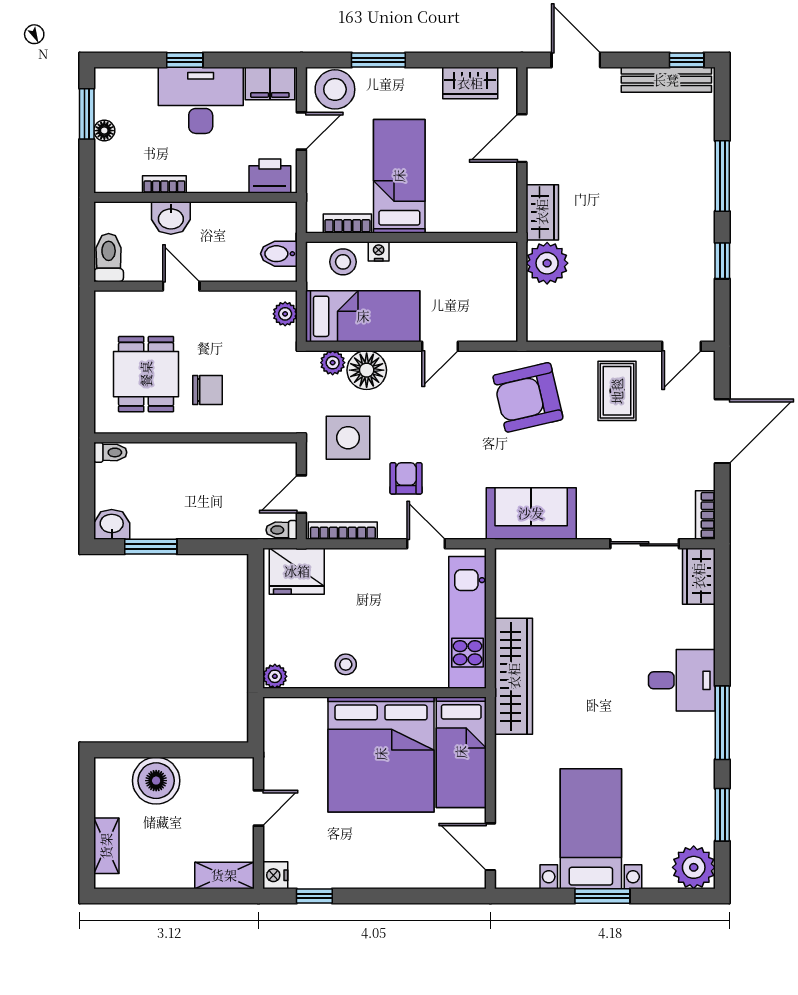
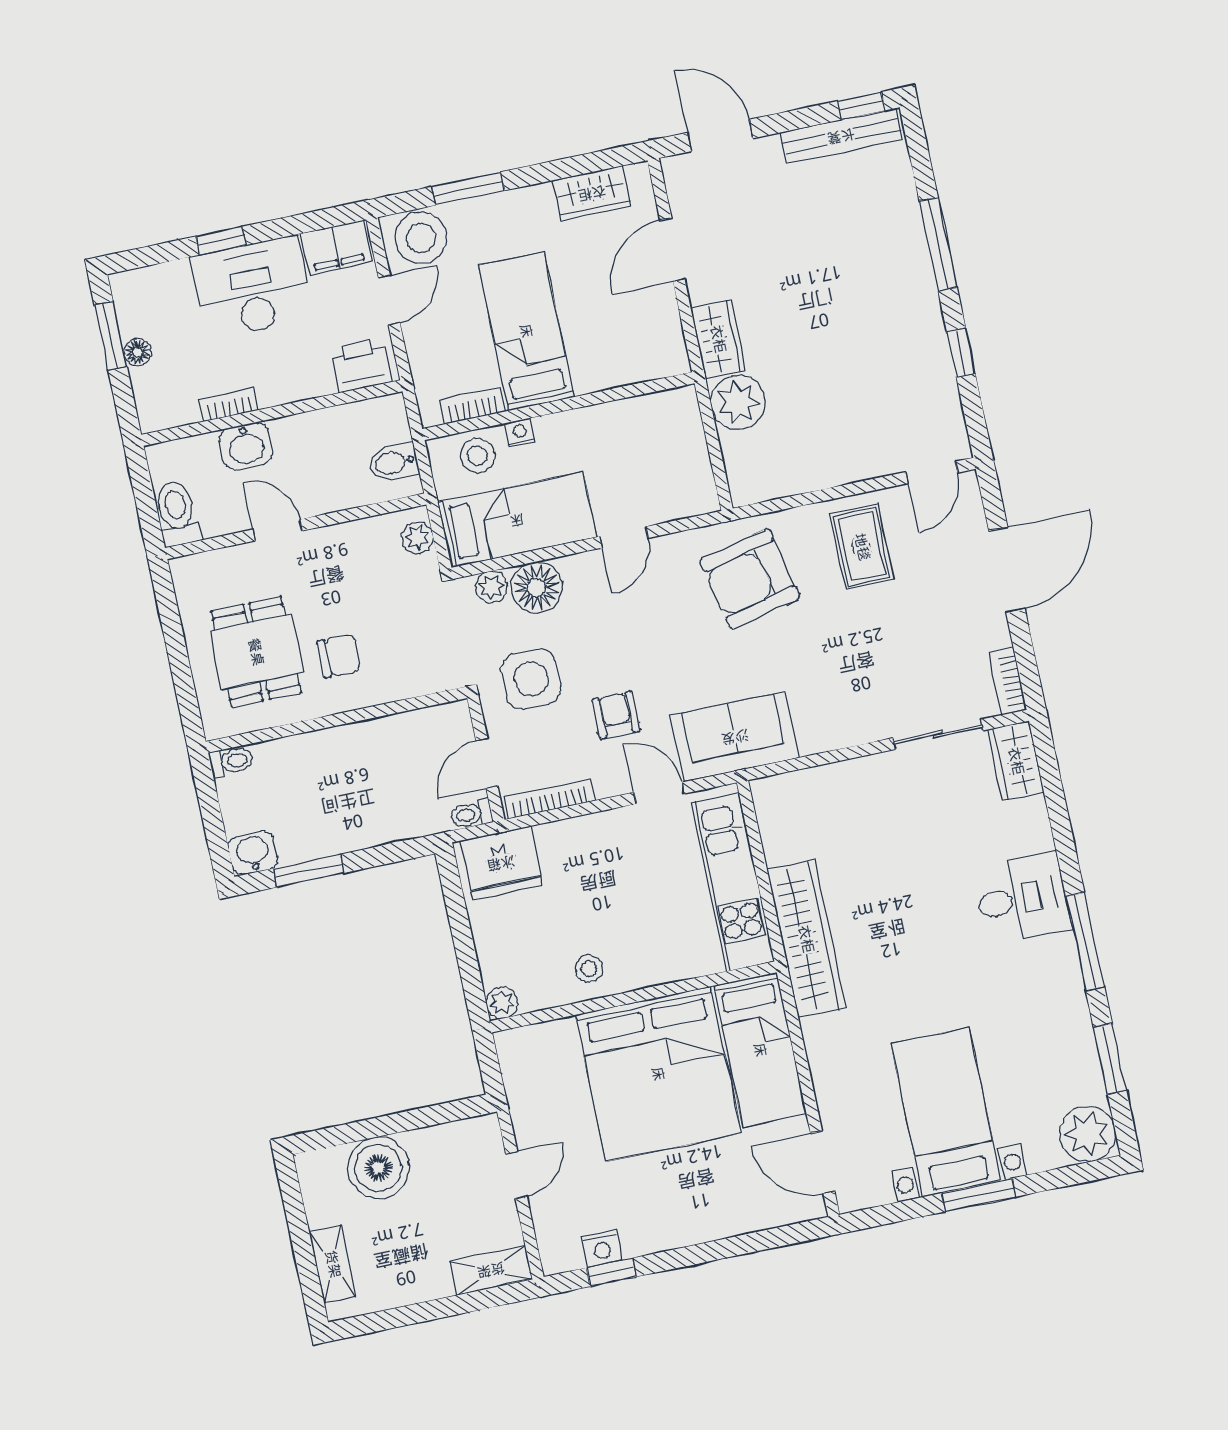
sofa: (531, 513) -> (735, 737), moved
nightstand: (275, 875) -> (602, 1248), moved, turned -90

